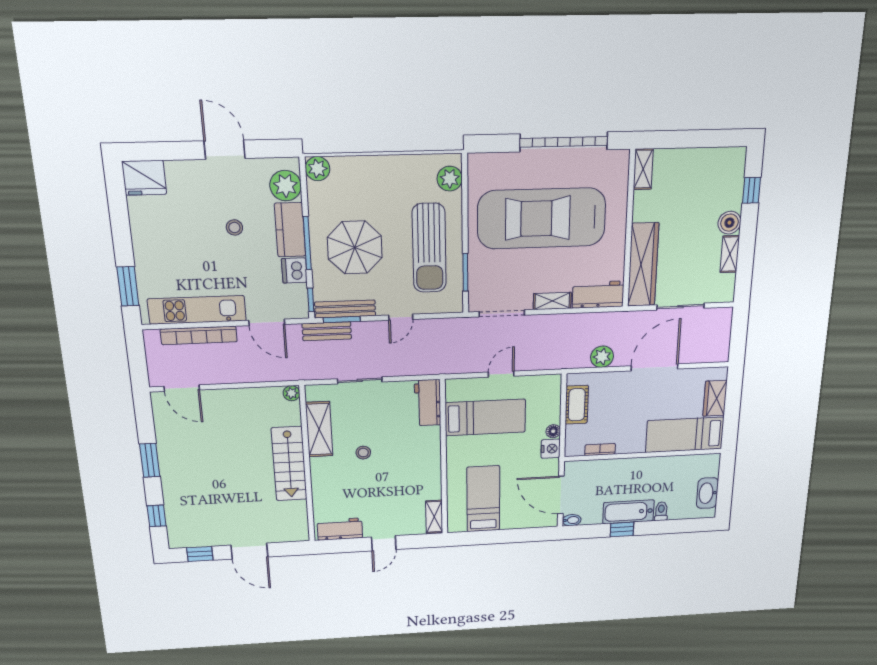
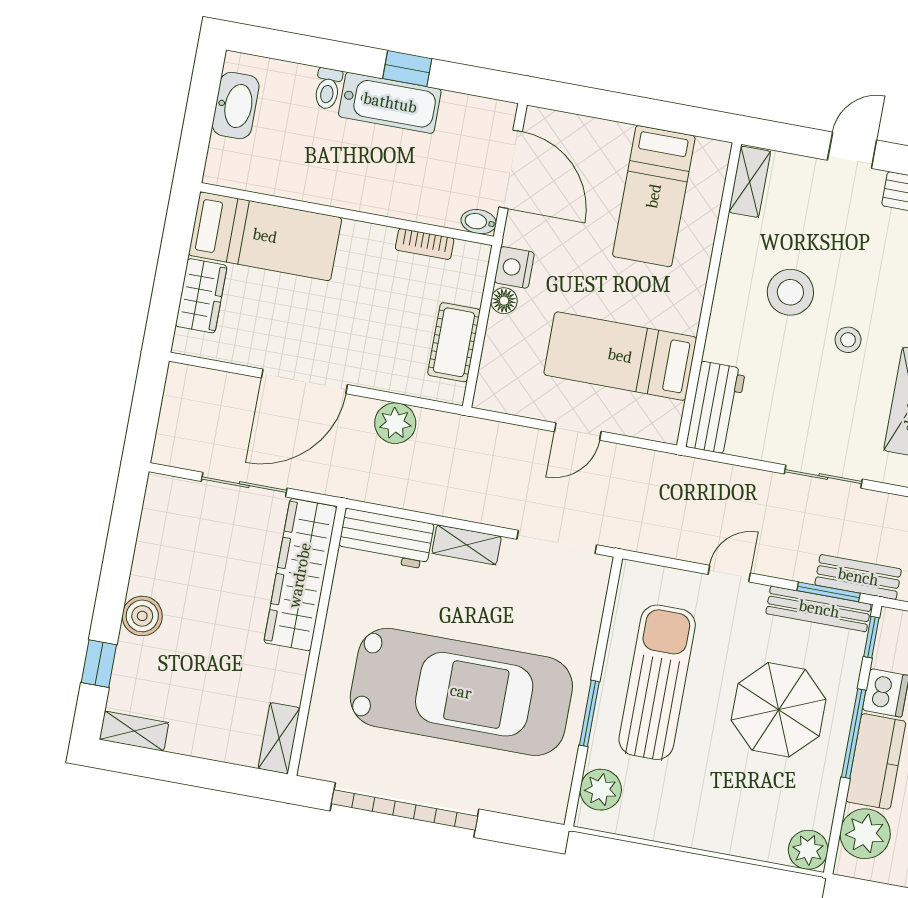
shelving: (730, 254) -> (134, 731), moved, turned 90
window: (465, 272) -> (589, 713), moved
stool: (400, 469) -> (790, 292), added
bidet: (572, 520) -> (479, 222), moved

